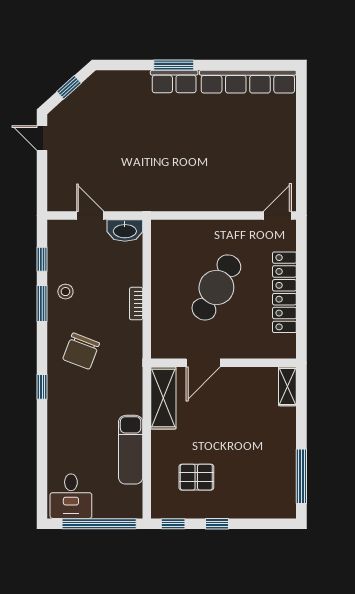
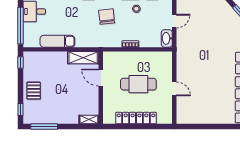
door: (277, 215) -> (174, 89), moved
cafe table: (216, 287) -> (138, 84), turned -30
chair: (81, 351) -> (107, 17), turned 63
pallet: (196, 477) -> (34, 91), moved
window: (217, 524) -> (20, 109), moved

